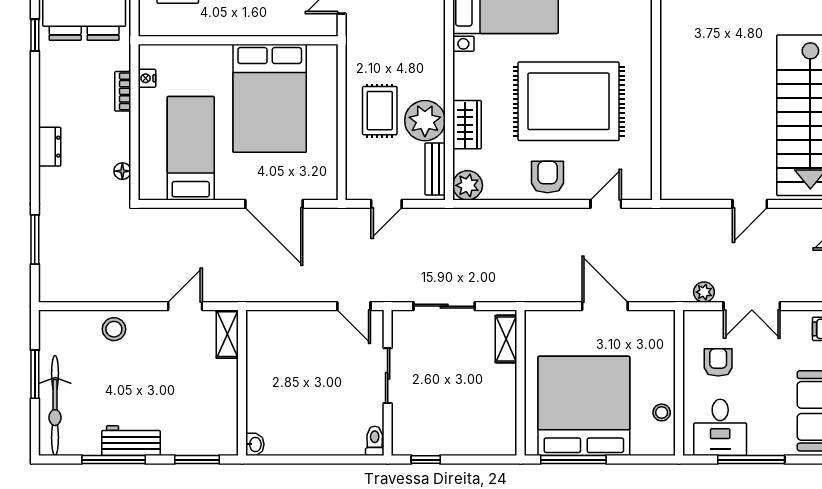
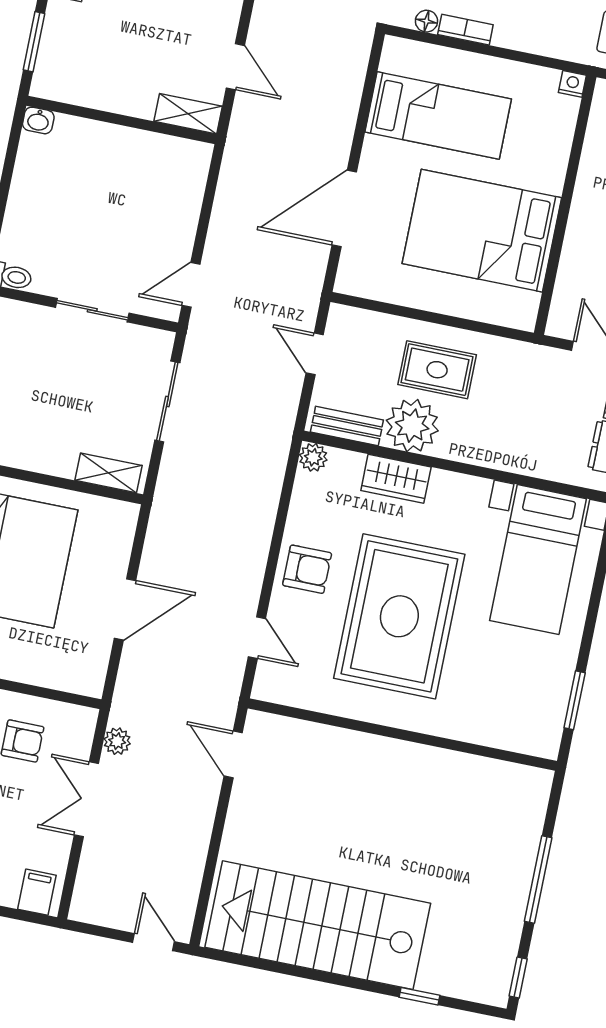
nightstand: (147, 78) -> (572, 84), moved
bookcase: (123, 91) -> (465, 30), moved
plant: (468, 185) -> (313, 457), width x0.73, depth x0.73
door: (750, 204) -> (233, 754), moved

